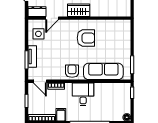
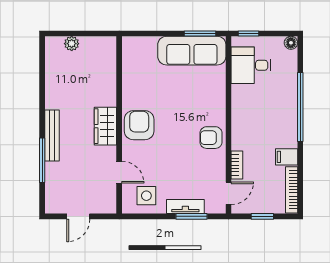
dresser: (37, 12) -> (108, 198), removed
armchair: (86, 38) -> (139, 125), moved
sofa: (103, 71) -> (192, 51), moved, turned -90
desk: (83, 94) -> (251, 65), moved

